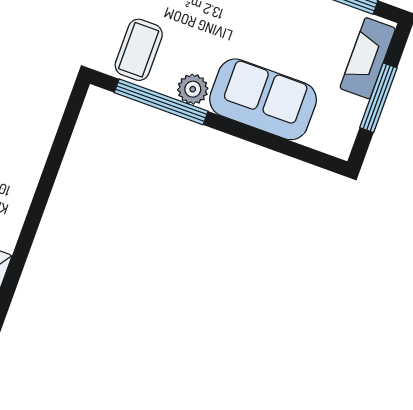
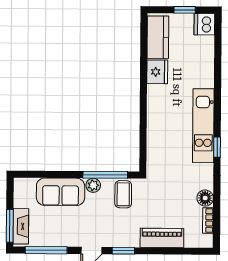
window: (378, 98) -> (10, 226), moved

